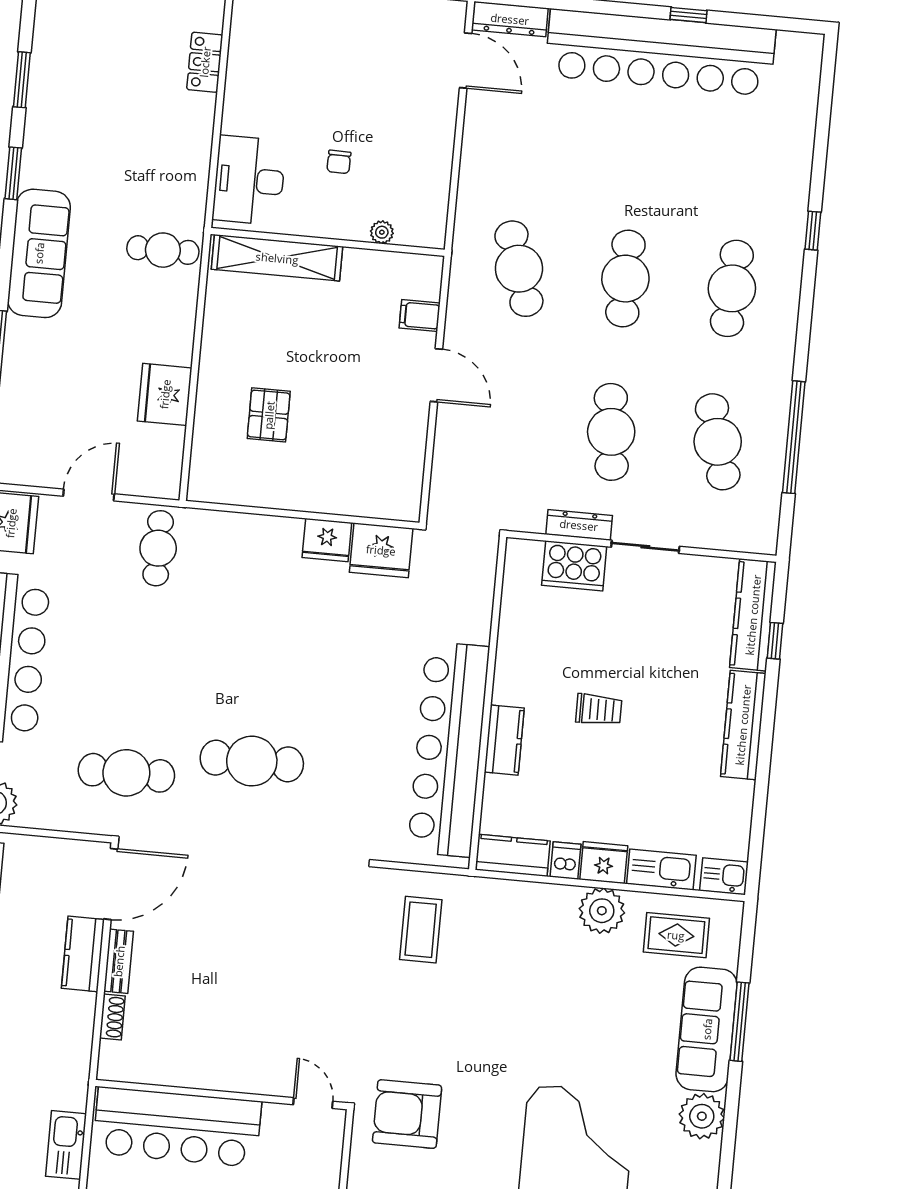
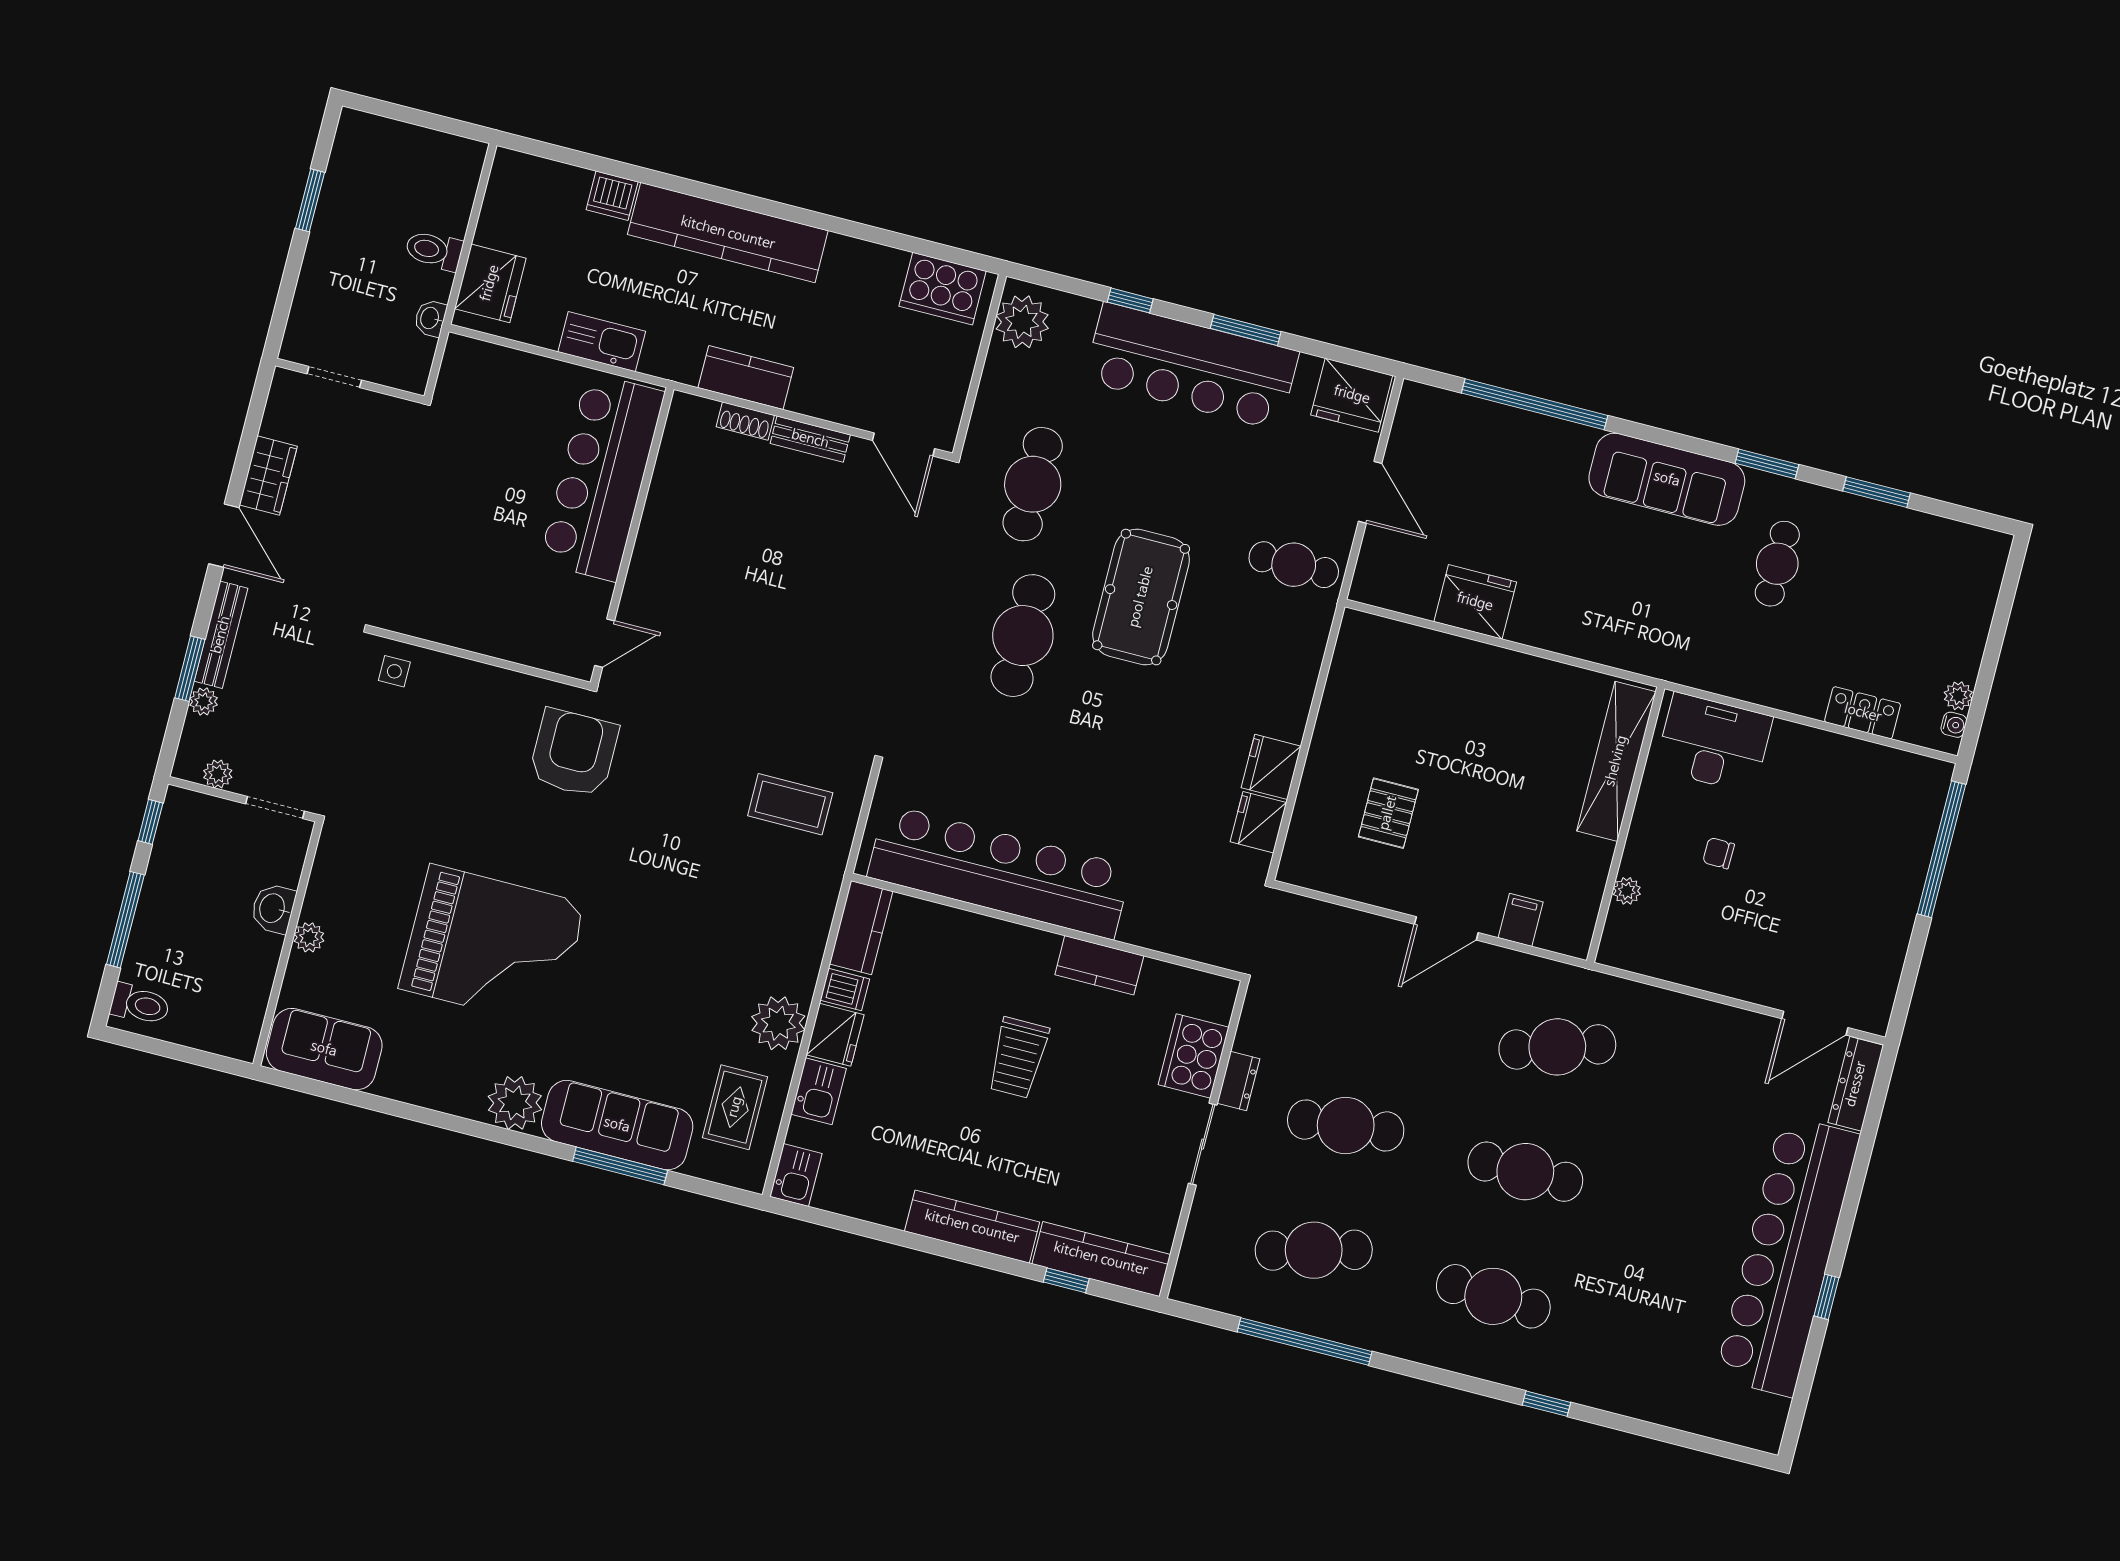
cafe table: (163, 250) -> (1777, 564), moved
pallet: (269, 415) -> (1388, 813), moved, turned 90
dresser: (579, 525) -> (1238, 1081), width x0.70
fridge: (381, 550) -> (1258, 822), width x0.73, depth x0.75
pool table: (205, 669) -> (1141, 597), added
trolley: (599, 710) -> (1018, 1058), width x1.36, depth x1.39
kitchen counter: (504, 740) -> (1099, 965), moved
kitchen sink: (661, 870) -> (819, 1091), width x0.73
door: (111, 884) -> (904, 444), width x0.73
kitchen counter: (83, 954) -> (746, 378), moved

